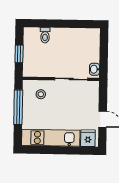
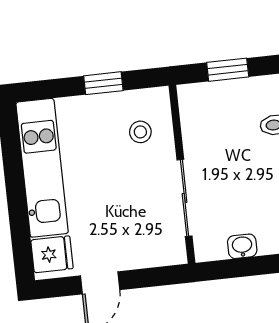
washbasin: (94, 69) -> (242, 246), moved
window: (18, 107) -> (103, 83), width x0.46

